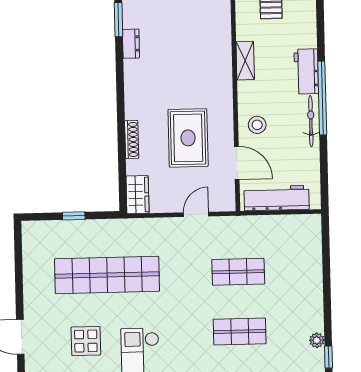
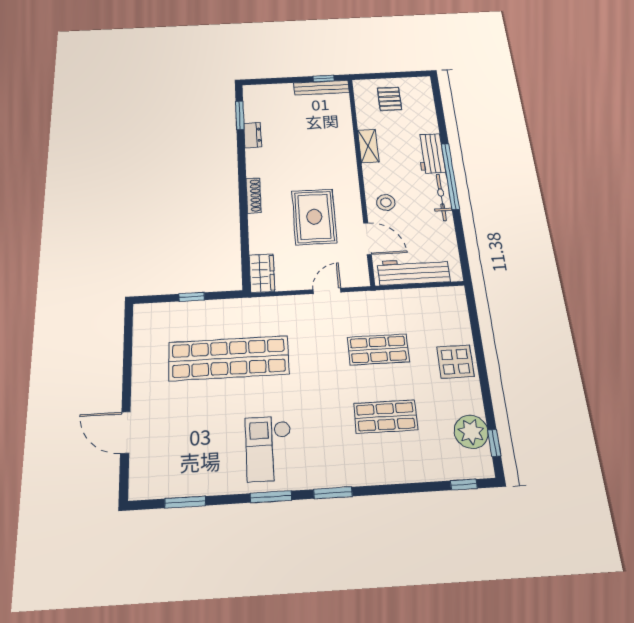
shoe rack: (132, 140) -> (254, 196), moved
plant: (317, 340) -> (471, 432), width x1.88, depth x1.88
display table: (86, 341) -> (455, 362), moved

